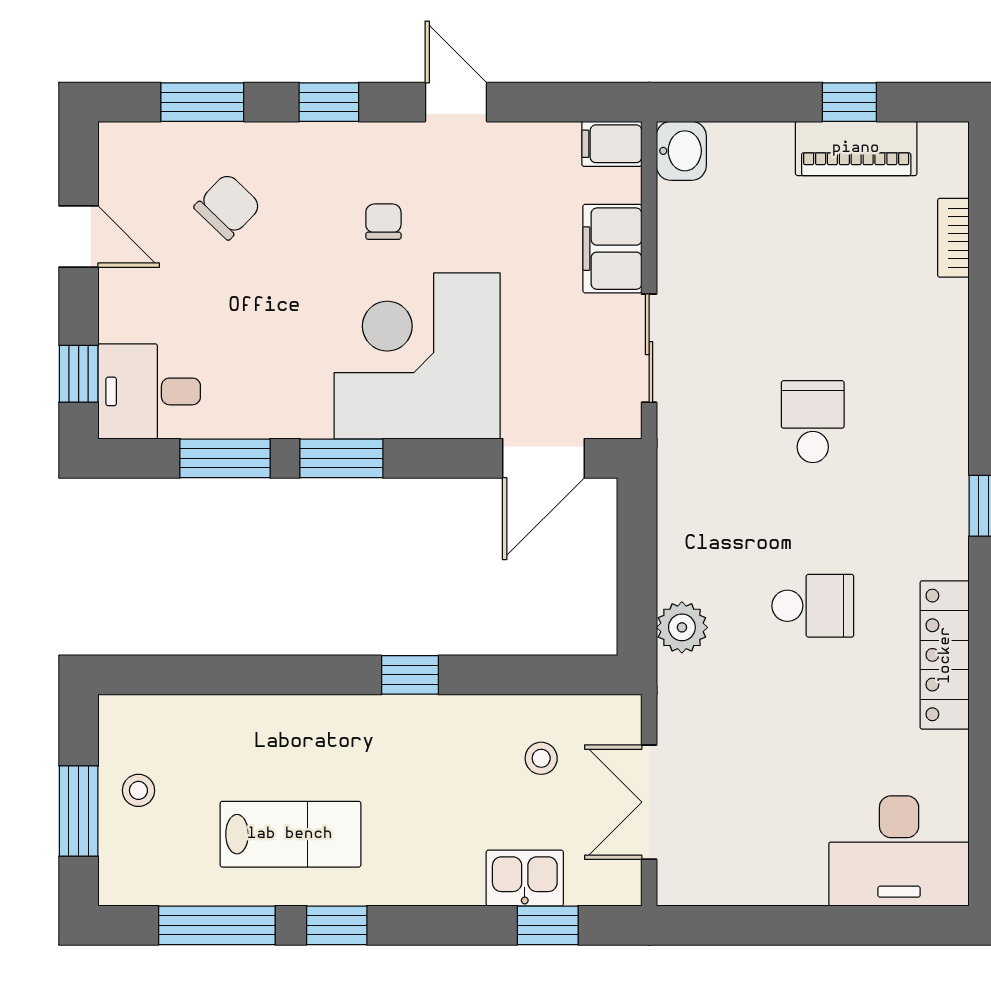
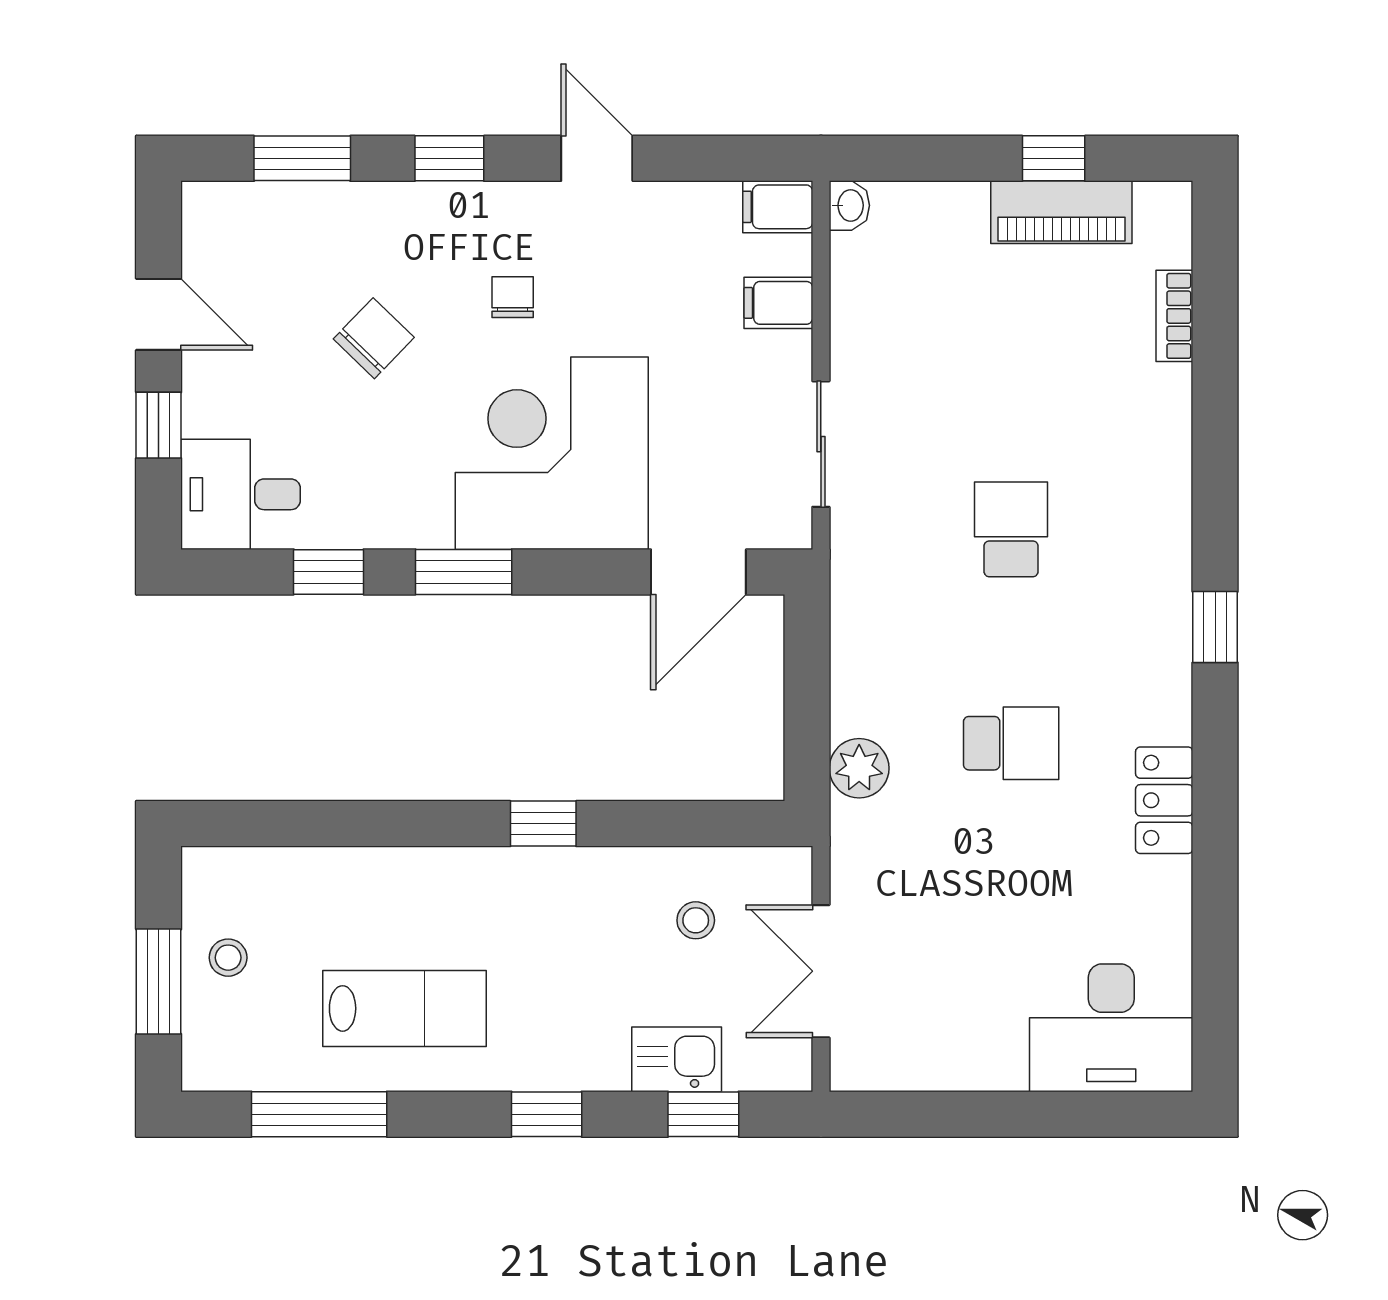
washbasin: (681, 151) -> (849, 205), width x0.72, depth x0.69
chair: (228, 206) -> (374, 338), moved
filing cabinet: (612, 249) -> (778, 303), width x0.50
window: (79, 374) -> (159, 425), moved
window: (225, 458) -> (329, 572), width x0.67
locker: (945, 655) -> (1164, 800), width x0.66
window: (337, 925) -> (547, 1114), moved

